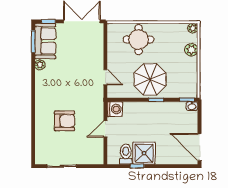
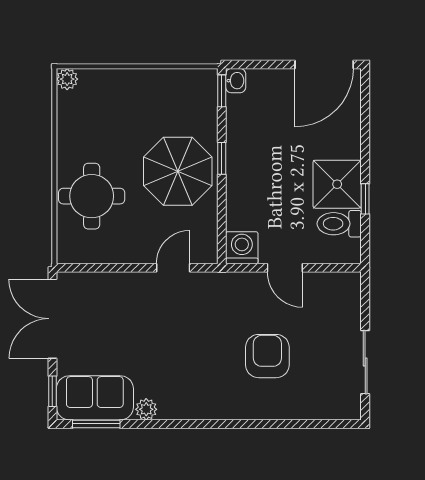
plant: (191, 50) -> (114, 82), removed

